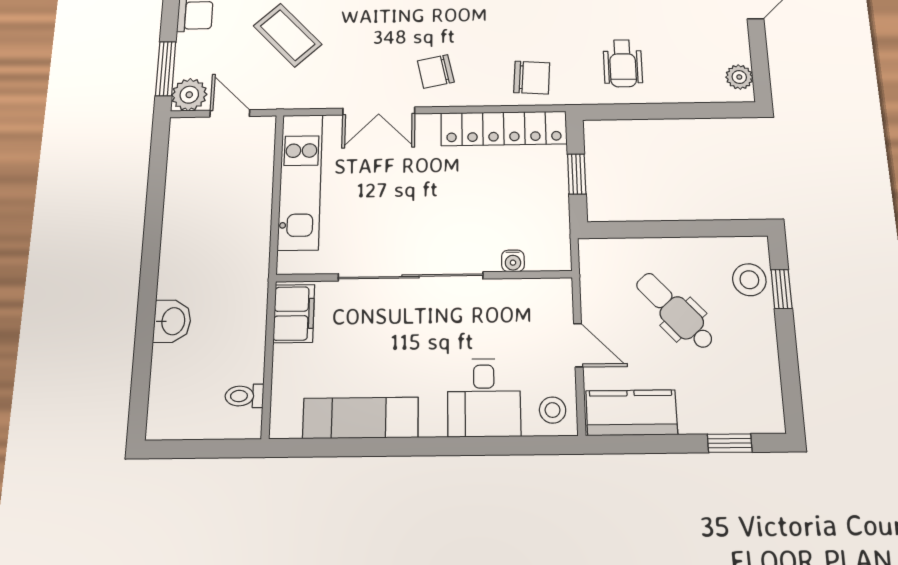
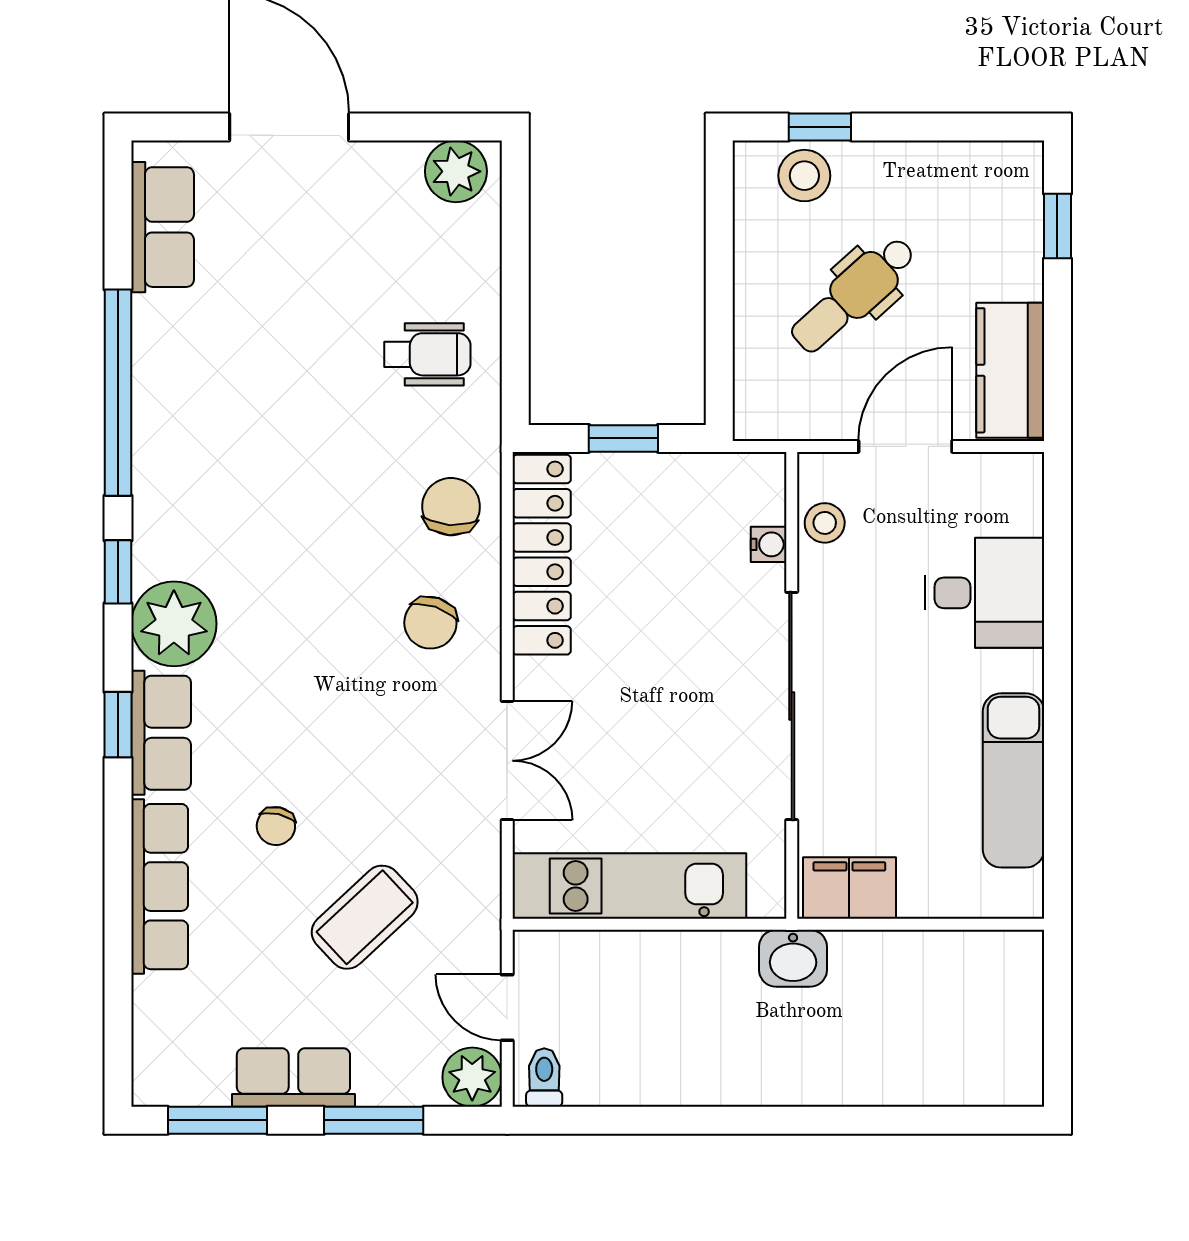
window: (166, 69) -> (374, 1120), moved
chair: (436, 71) -> (430, 623), moved, turned 31
plant: (739, 77) -> (456, 171), width x1.38, depth x1.38
door: (230, 113) -> (507, 1007), hinge flipped
washbasin: (172, 321) -> (793, 958), moved, turned 180
door: (578, 345) -> (905, 446), width x1.38
toilet: (244, 396) -> (544, 1077), moved, turned 180
stool: (553, 410) -> (825, 523), moved

